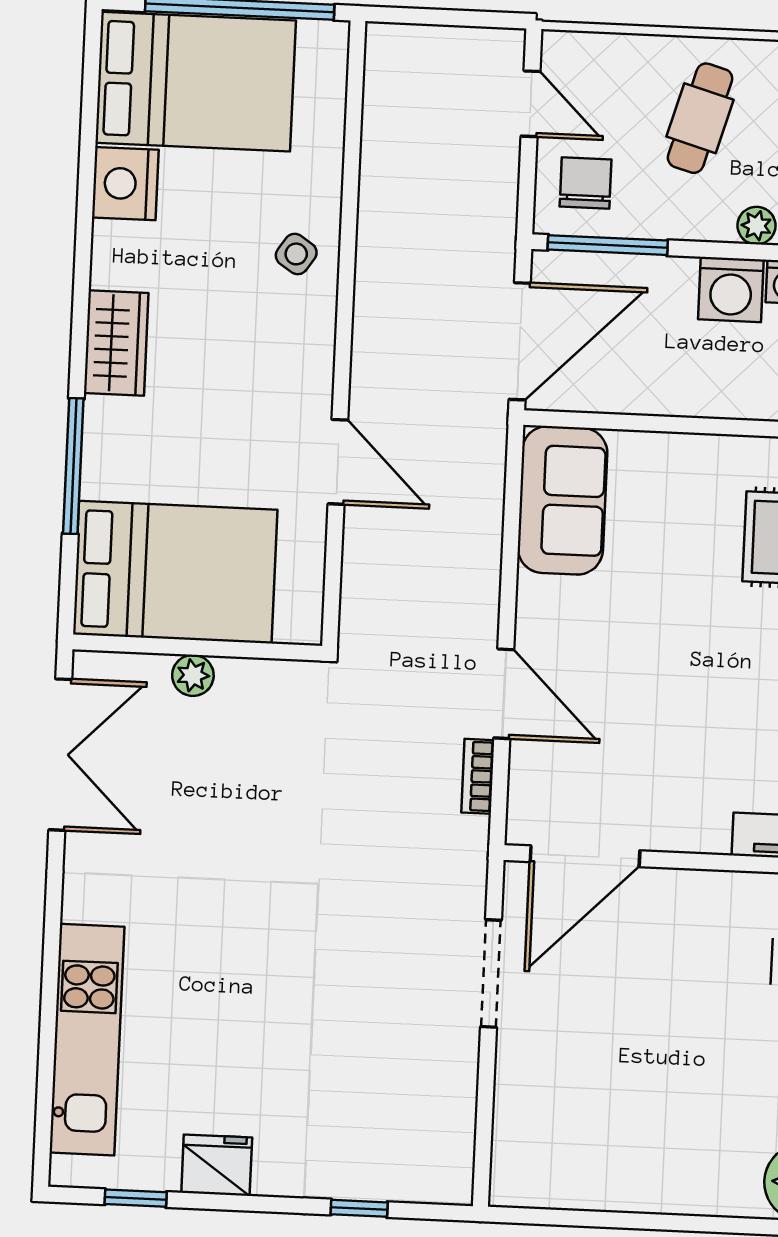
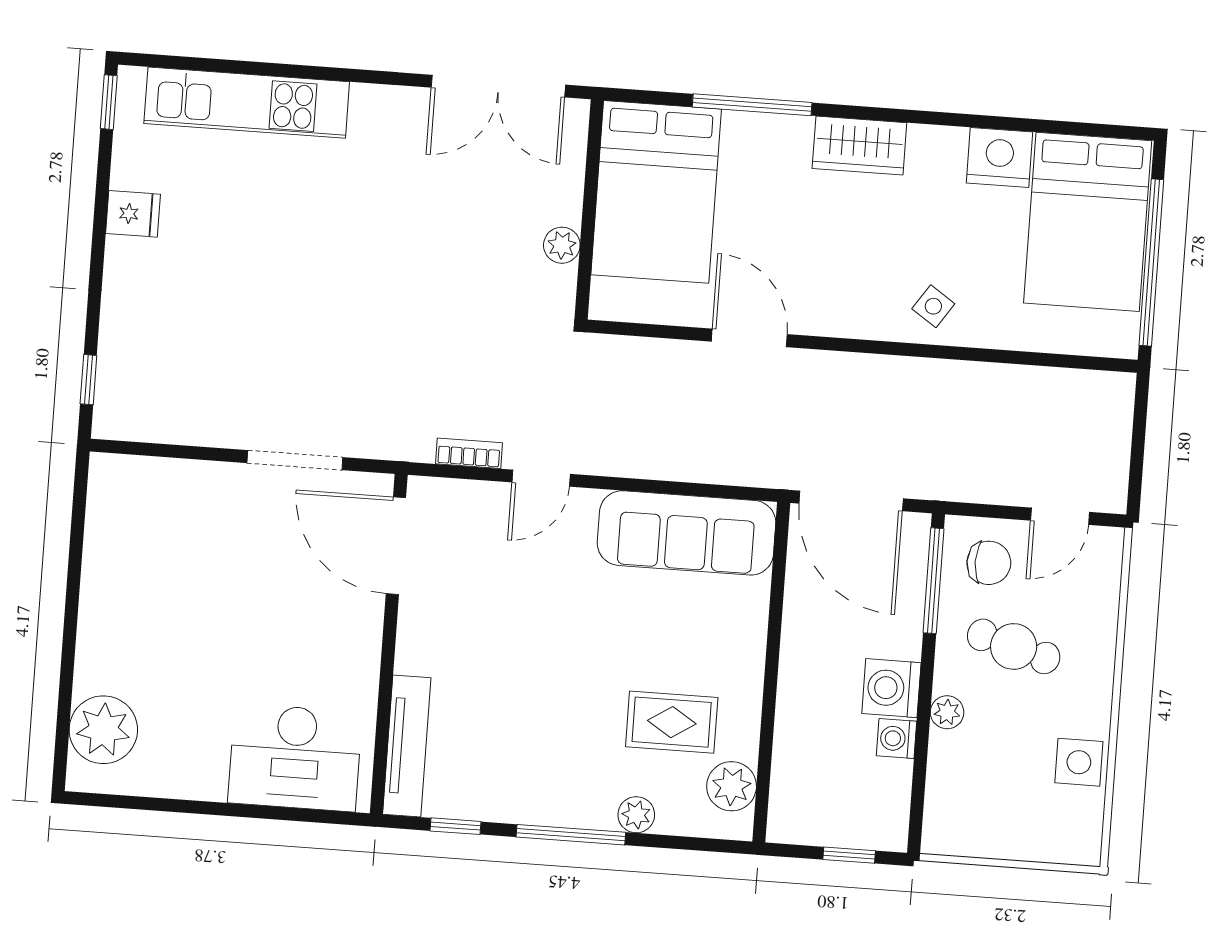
cafe table: (700, 118) -> (1014, 646), moved
door: (338, 462) -> (749, 338), swing flipped
sofa: (562, 500) -> (687, 533), width x1.36
plant: (193, 675) -> (562, 245), moved
door: (504, 694) -> (541, 478), width x0.73
fridge: (217, 1165) -> (133, 214), width x0.72
window: (136, 1198) -> (109, 102), moved
window: (359, 1208) -> (88, 380), moved

